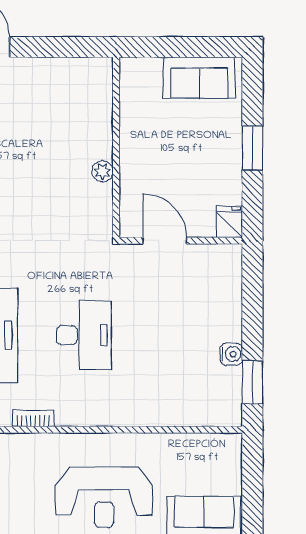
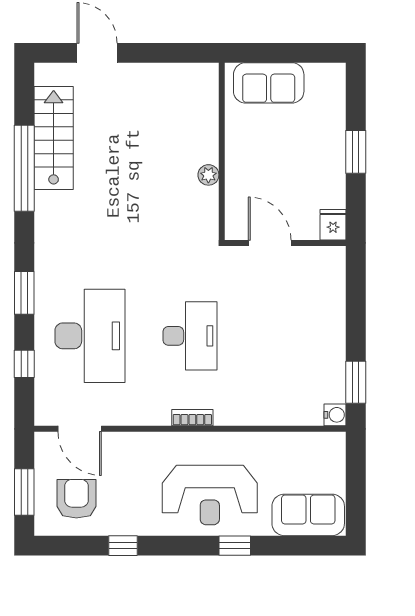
sofa: (199, 78) -> (269, 83), moved
water cooler: (231, 354) -> (335, 415), moved
bookcase: (33, 418) -> (192, 418), moved

